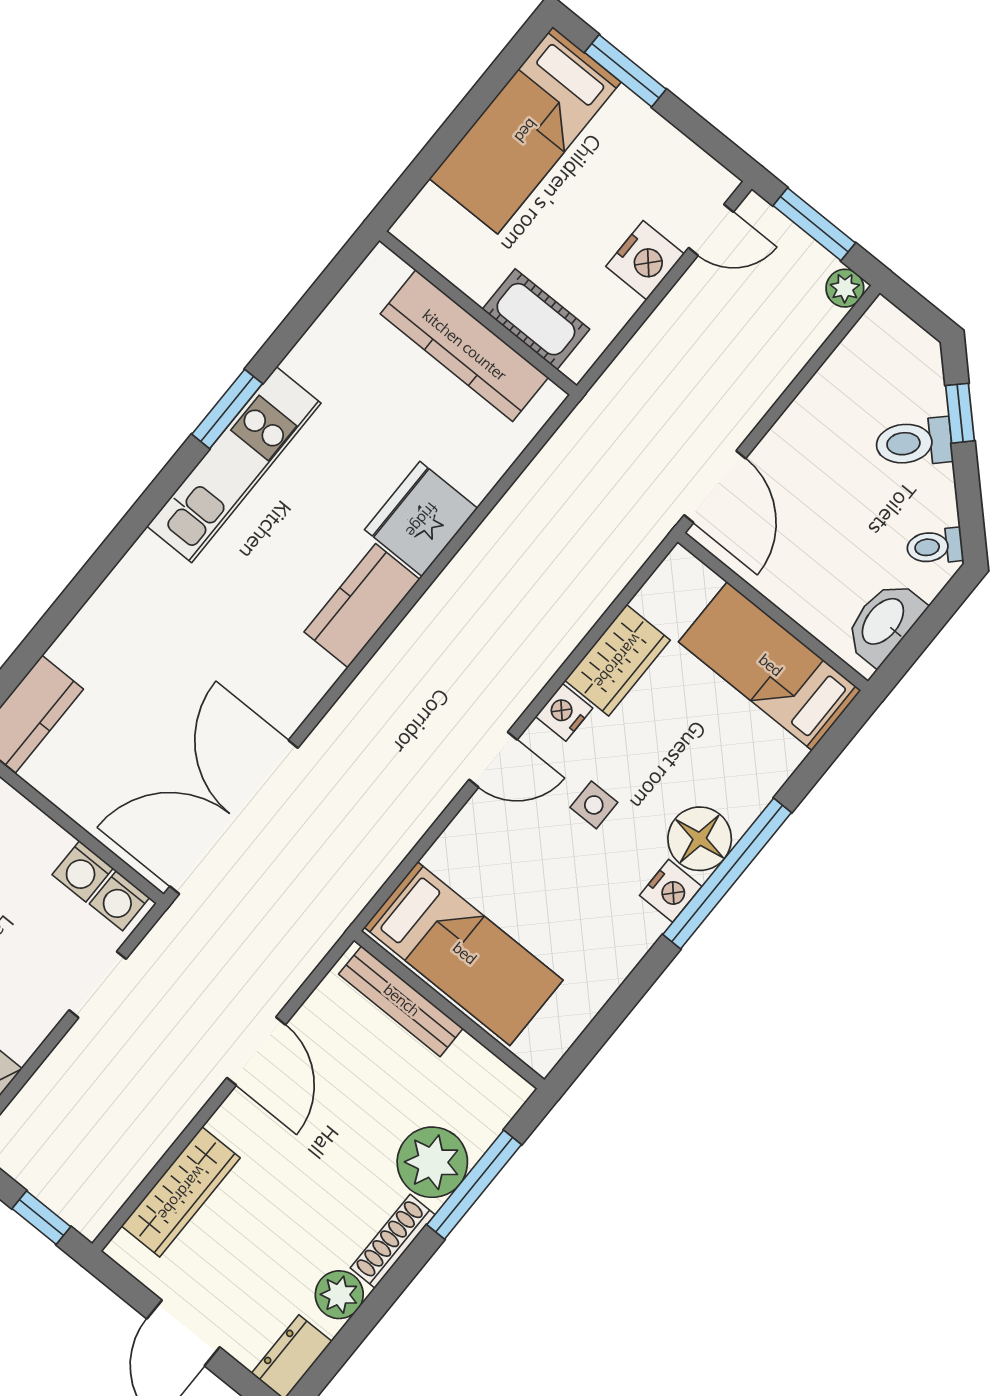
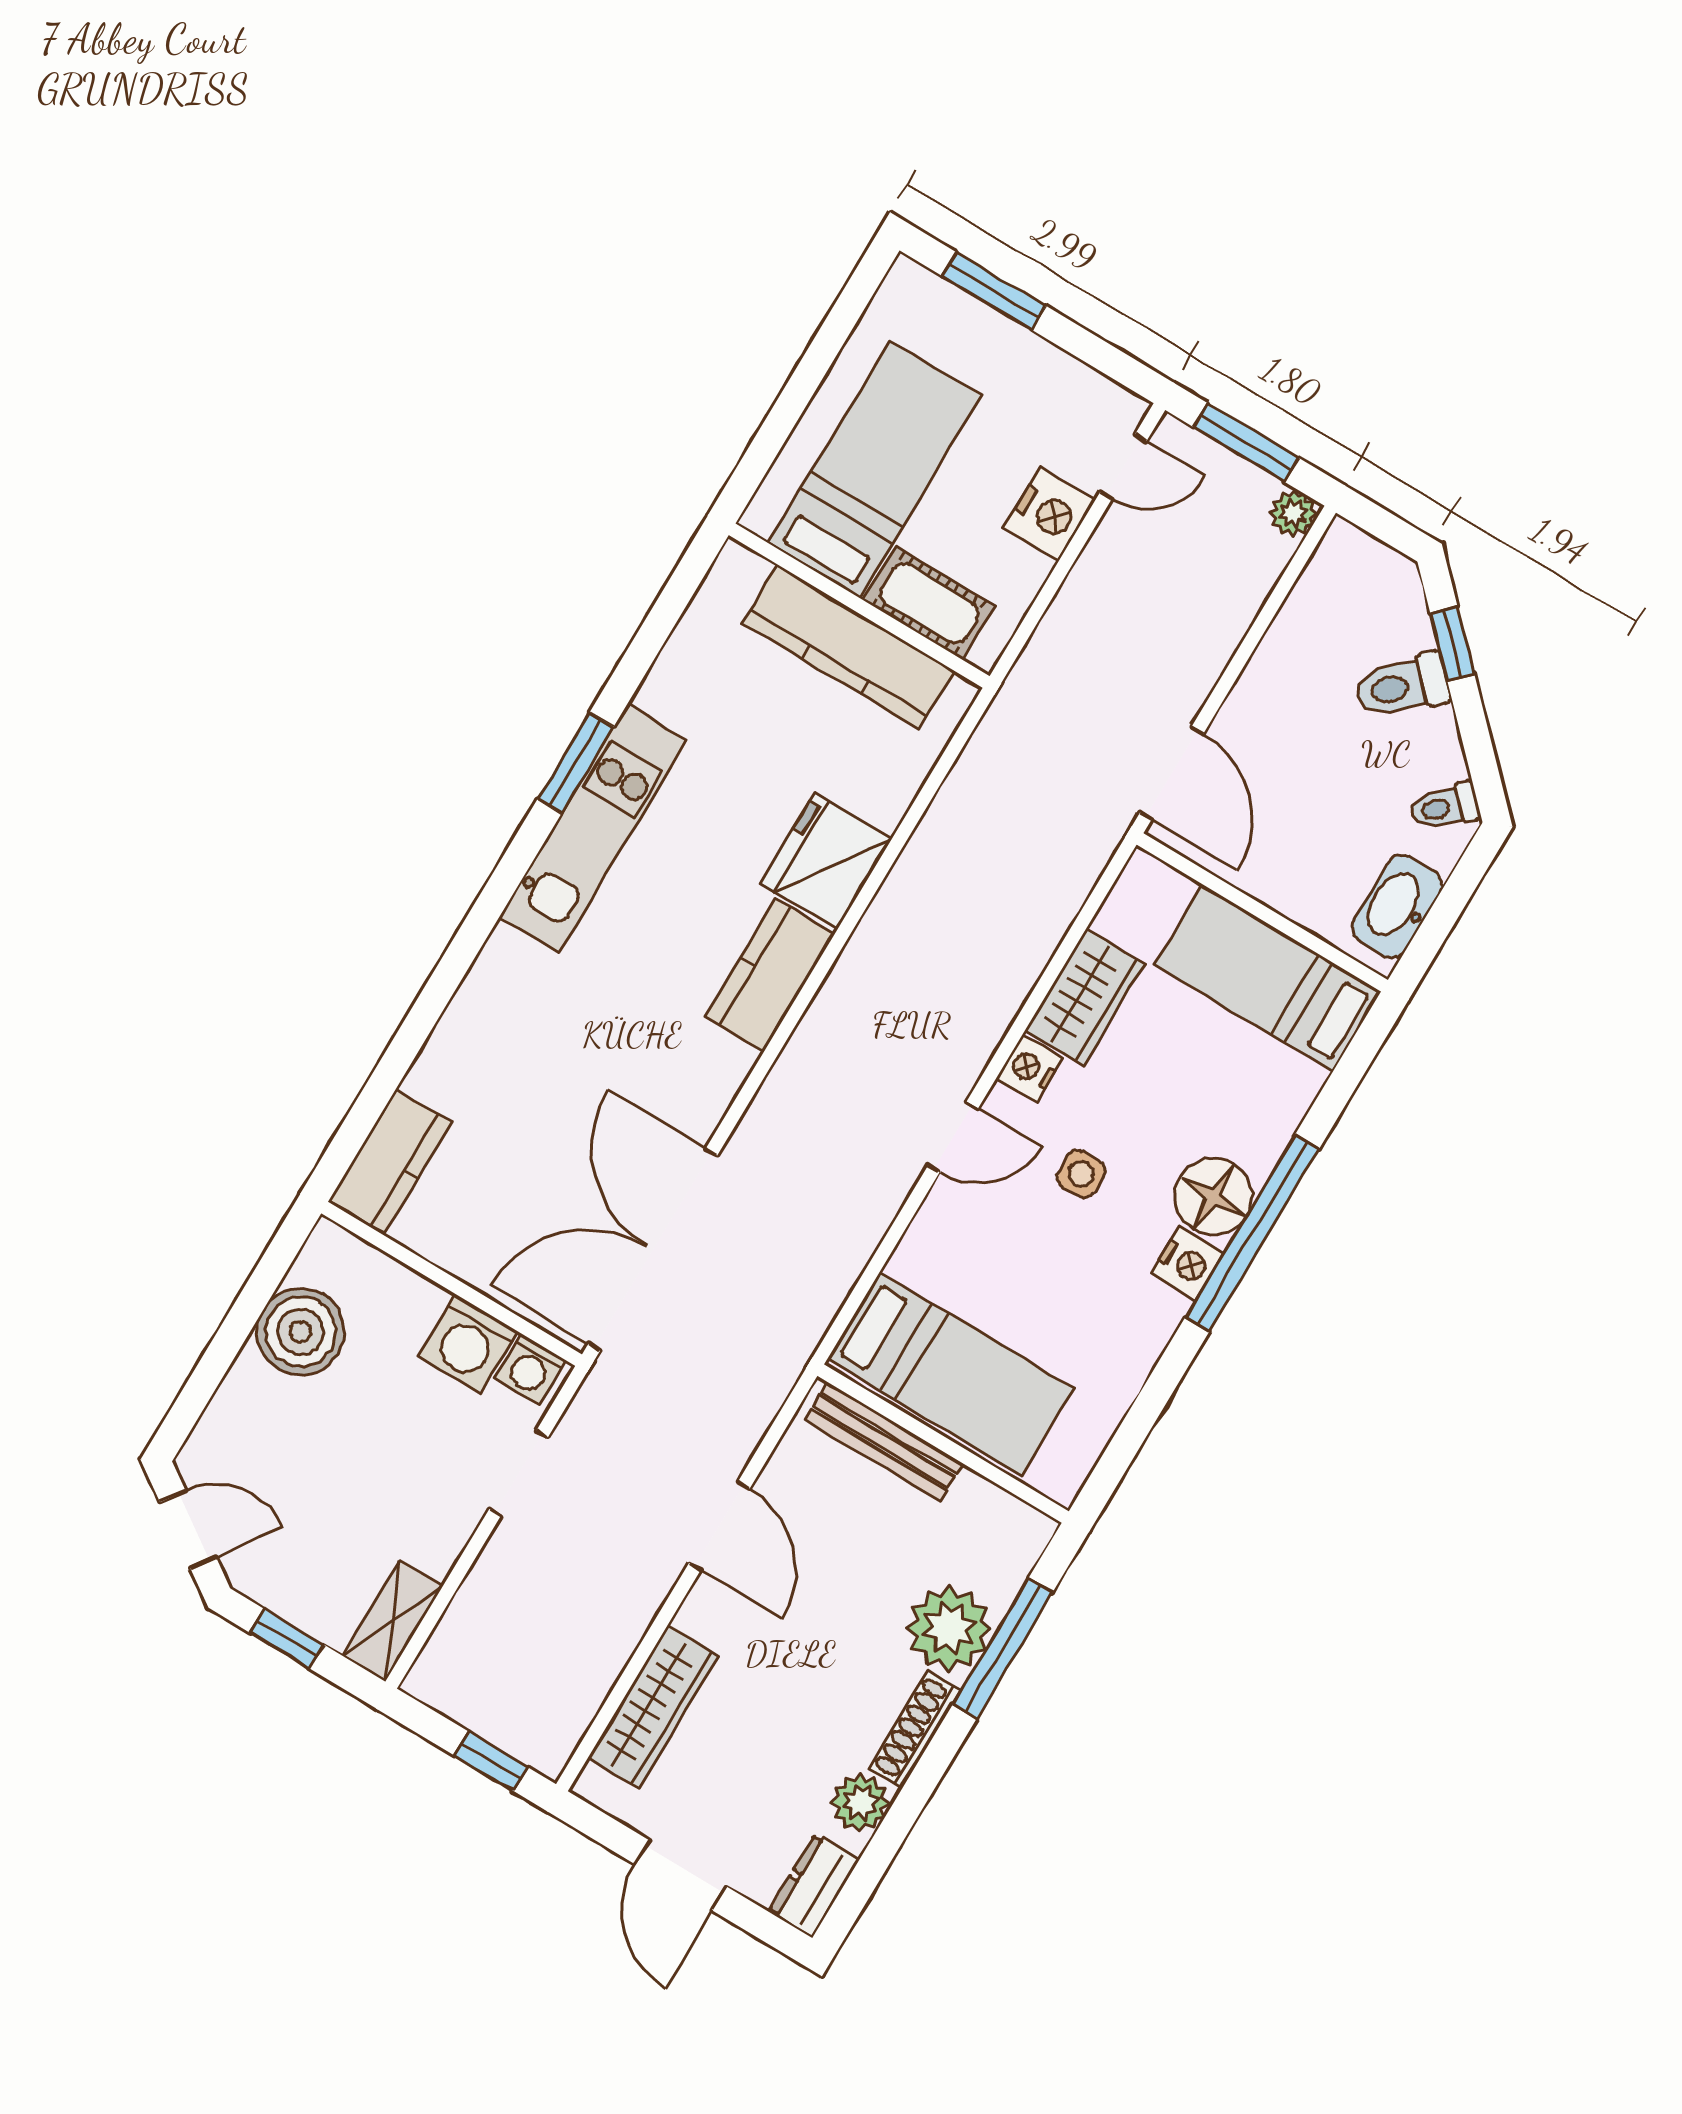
bed: (525, 130) -> (875, 469), moved, turned 180
washing machine: (83, 871) -> (468, 1344), width x1.38, depth x1.38

